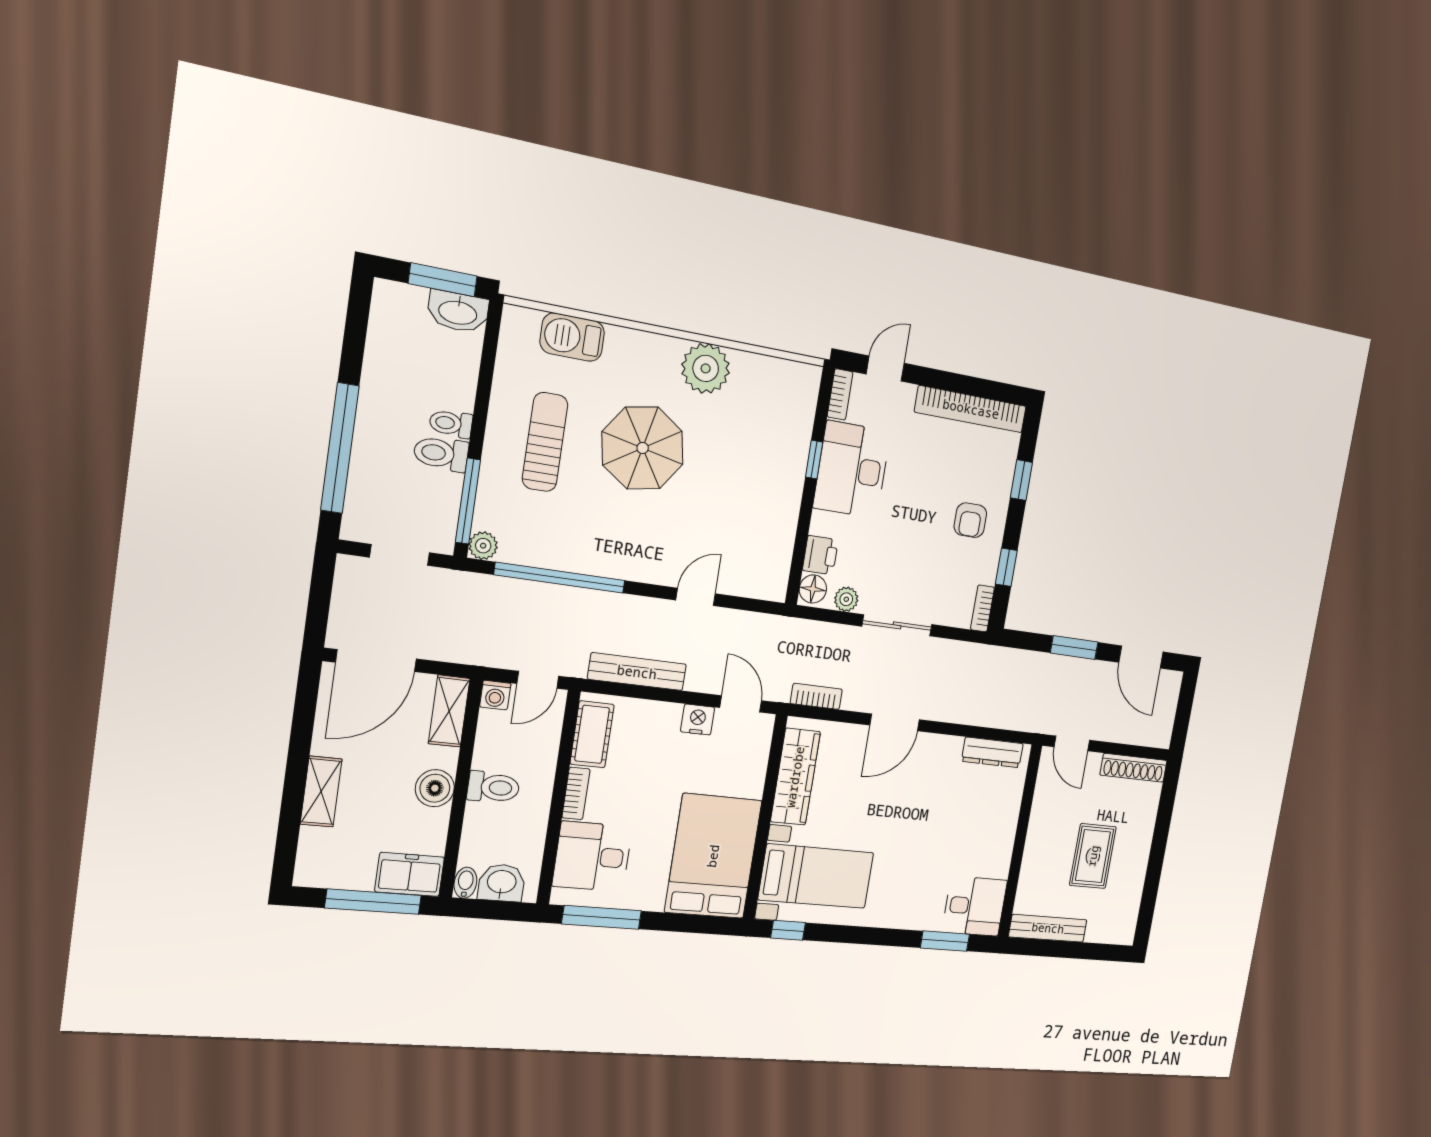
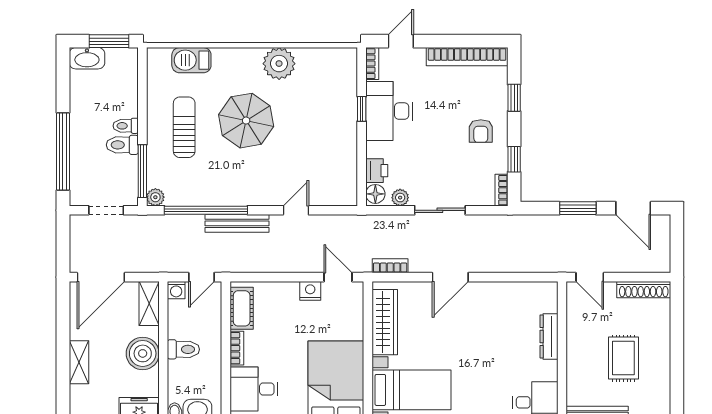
washbasin: (458, 312) -> (87, 58), moved
bench: (637, 672) -> (237, 223), moved
dresser: (992, 752) -> (549, 336), moved, turned 90
boiler: (435, 788) -> (143, 353), width x1.37, depth x1.37

